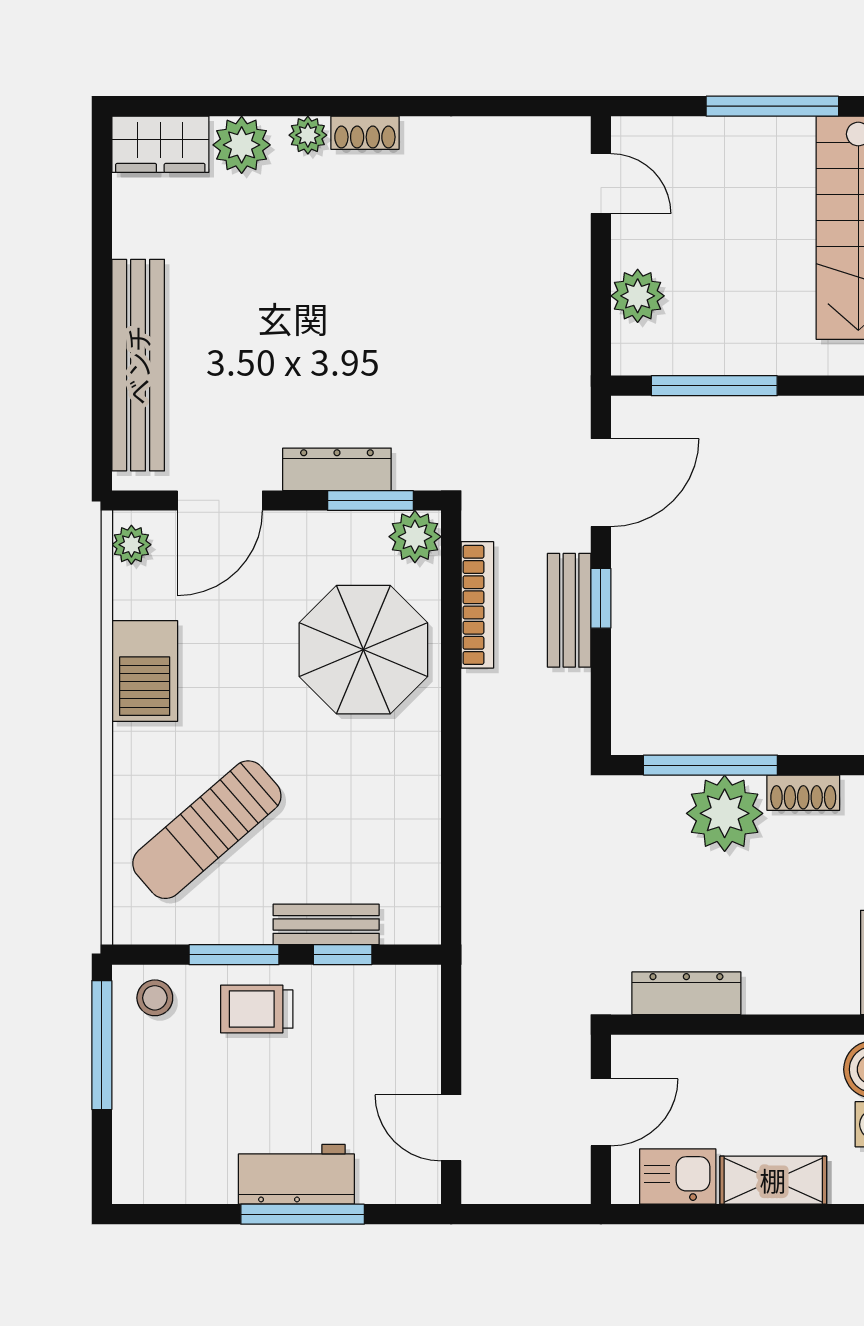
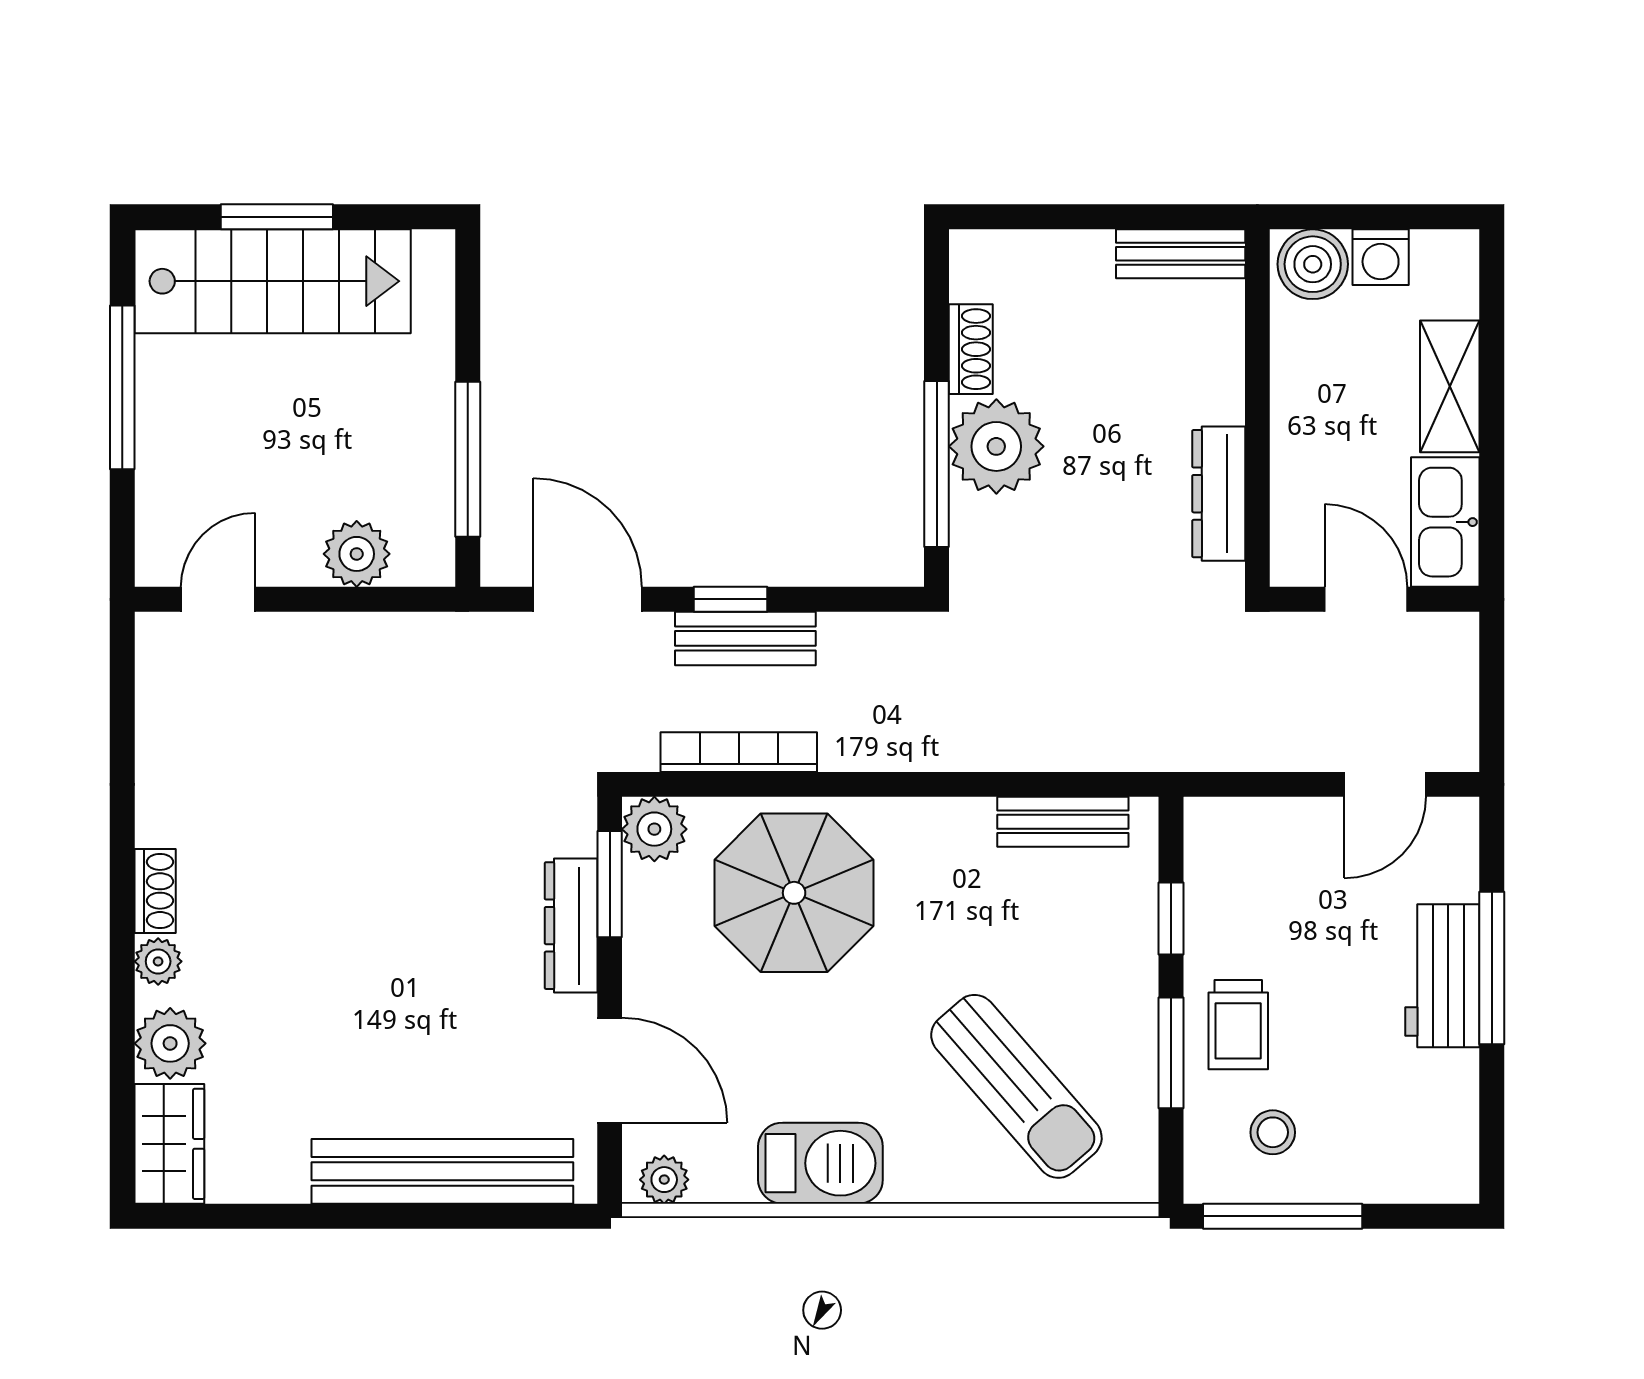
bench: (326, 924) -> (1063, 822), moved, turned 90
stool: (155, 998) -> (1273, 1132), moved
kitchen sink: (678, 1177) -> (1445, 522), width x1.38

